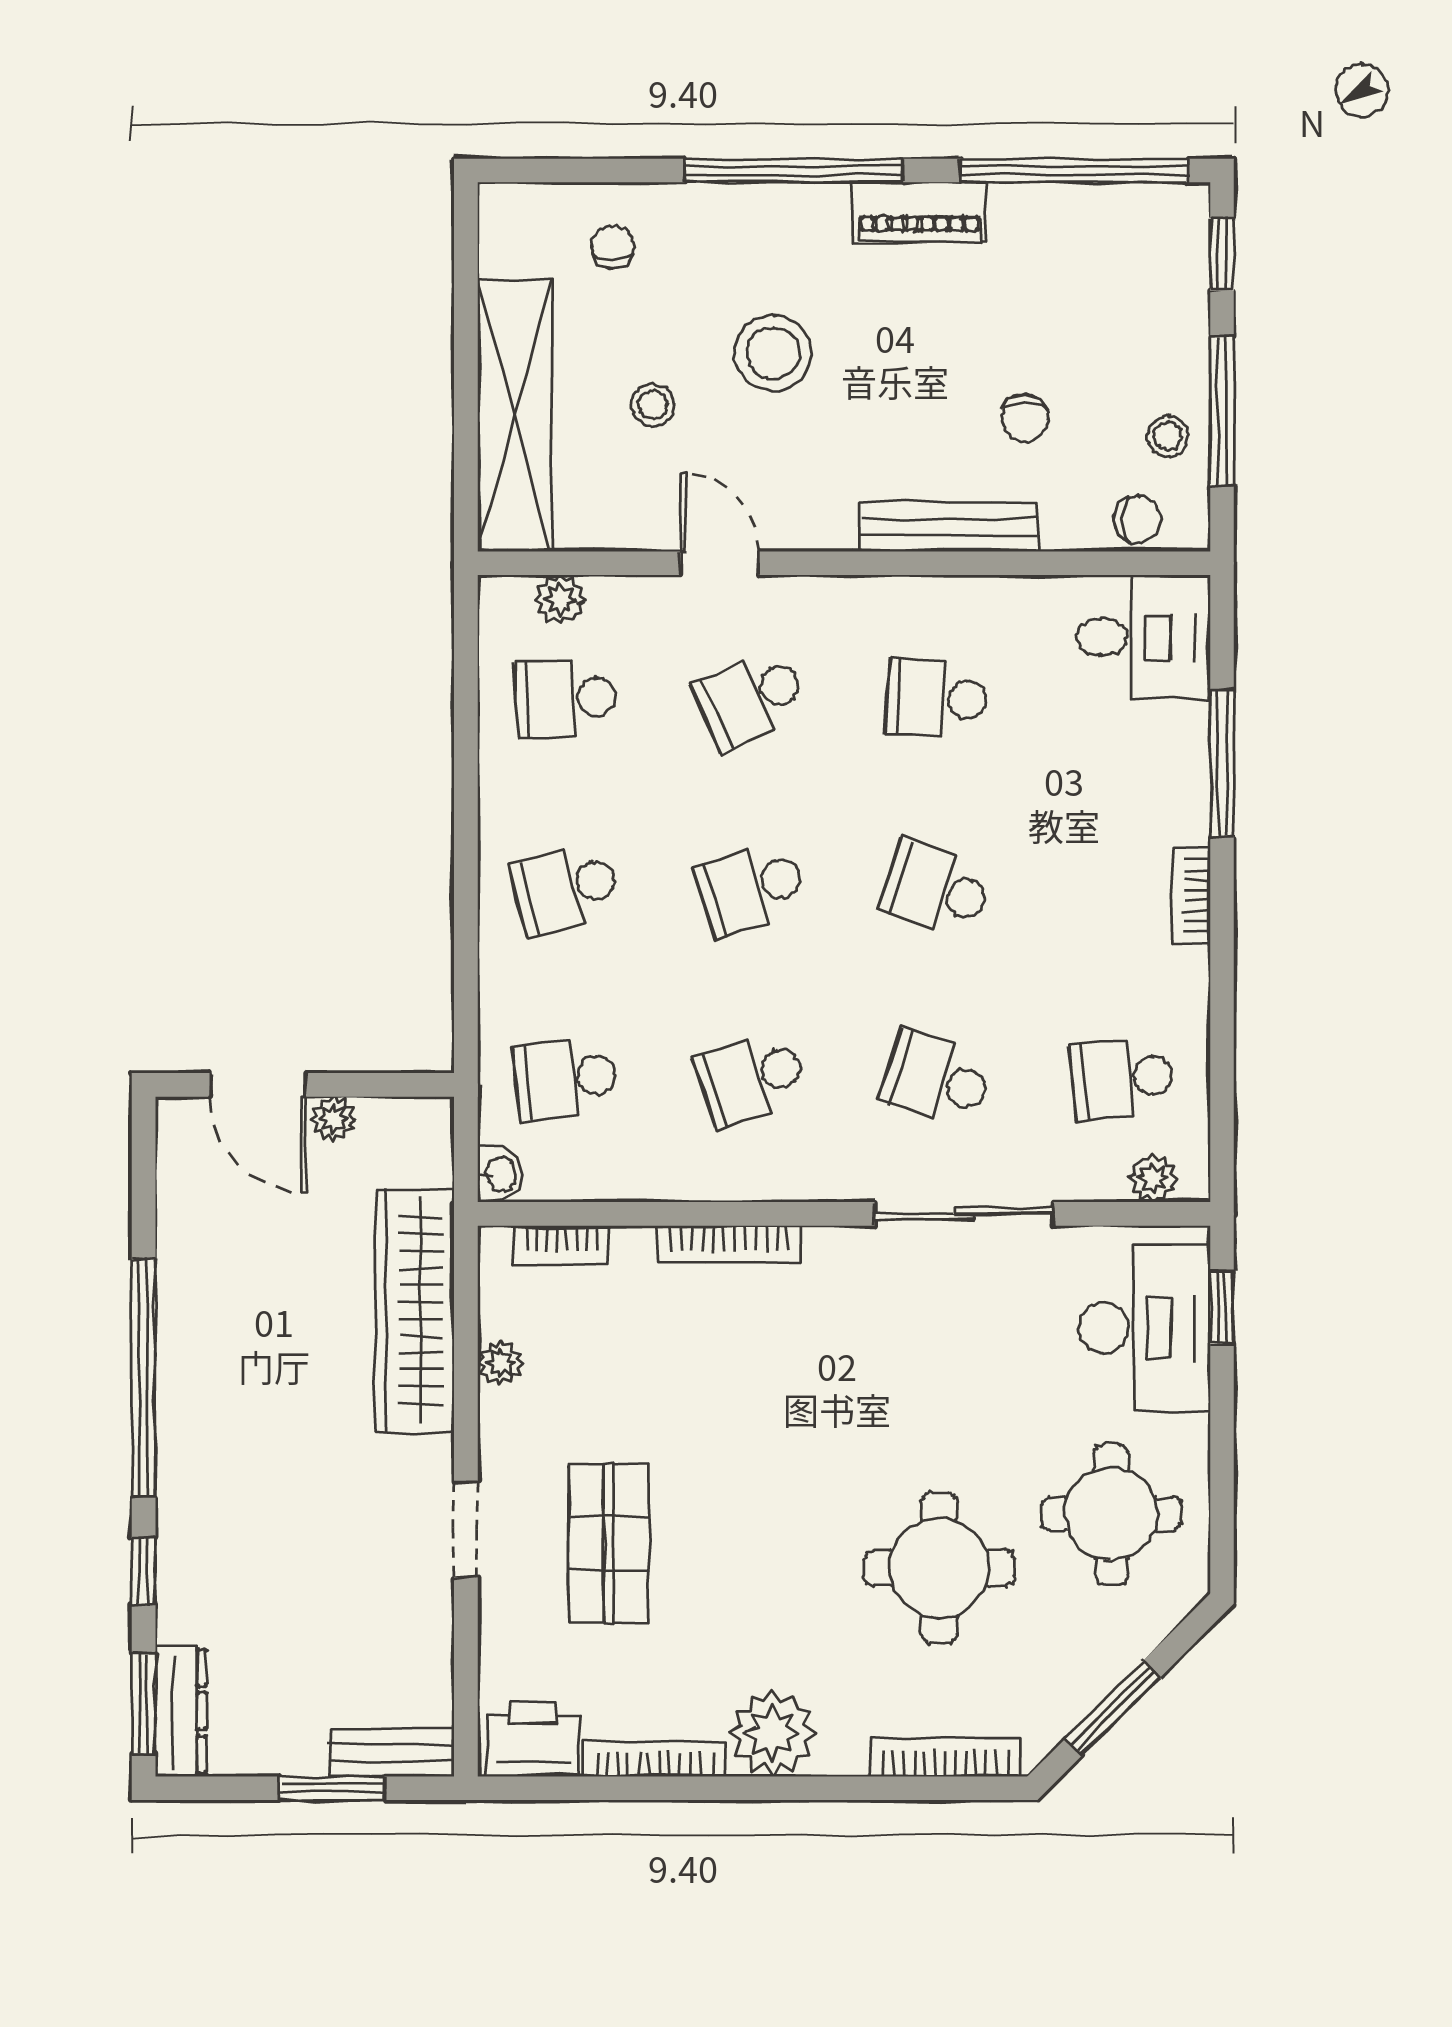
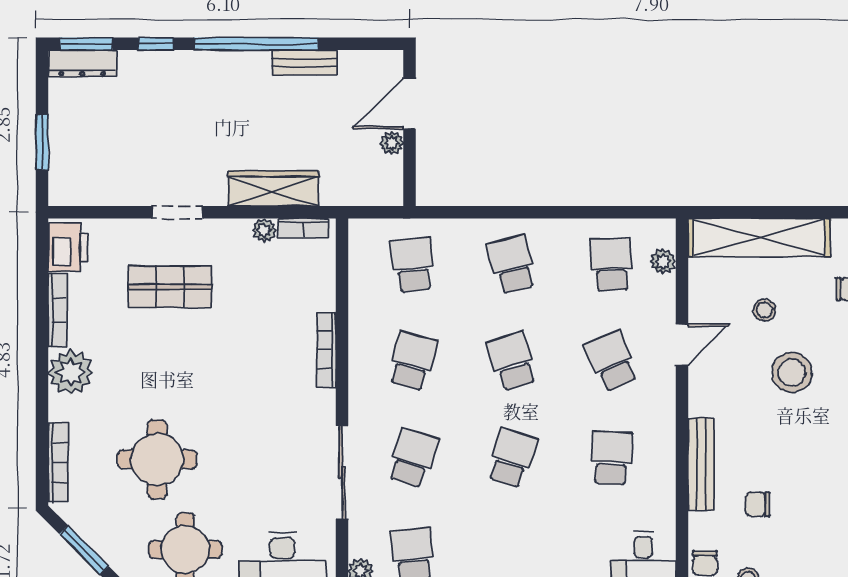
school desk: (751, 1079) -> (413, 361), turned 33
washbasin: (500, 1175) -> (363, 230), removed
bookcase: (562, 1245) -> (303, 228), moved, turned -90
wardrobe: (415, 1311) -> (273, 189), width x0.71, depth x0.85
bench: (392, 1753) -> (305, 62), moved, turned 90

